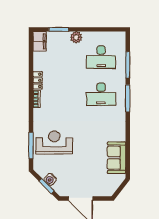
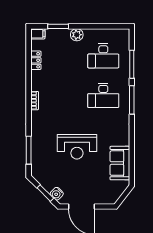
filing cabinet: (40, 41) -> (38, 34), width x0.50
locker: (38, 80) -> (36, 60), moved
reception desk: (54, 142) -> (77, 147), moved, turned 180
water cooler: (50, 179) -> (57, 194), moved

